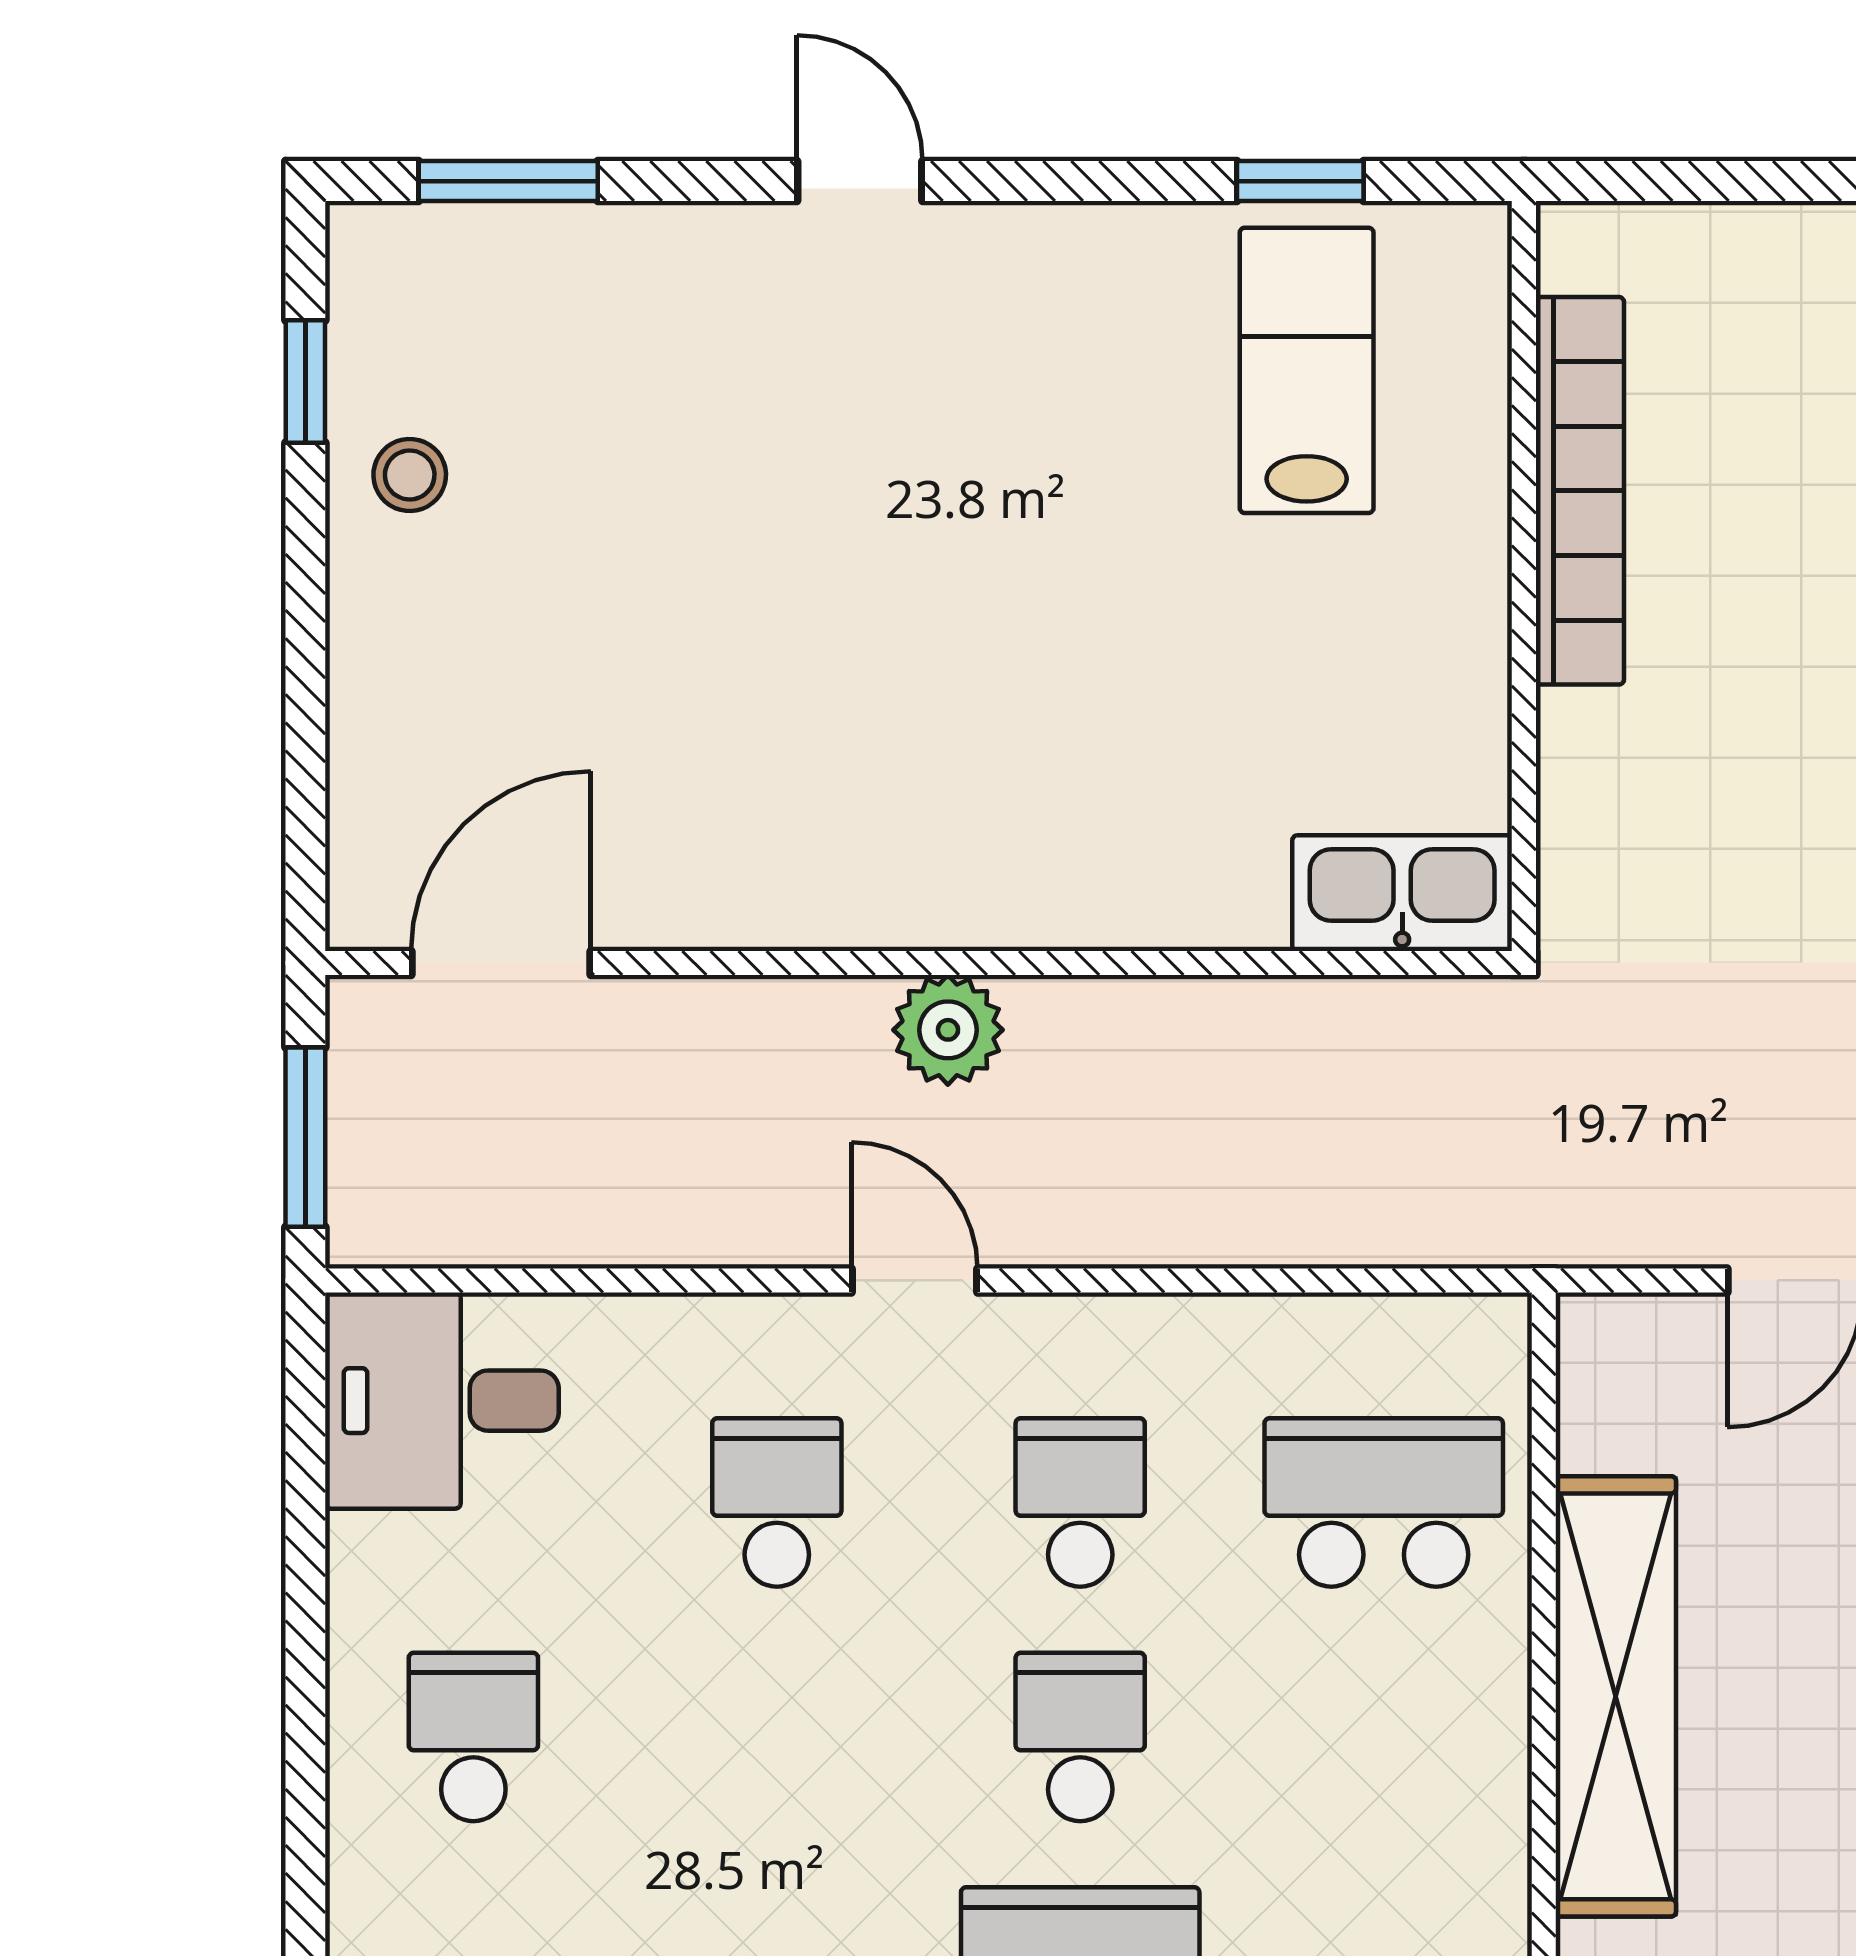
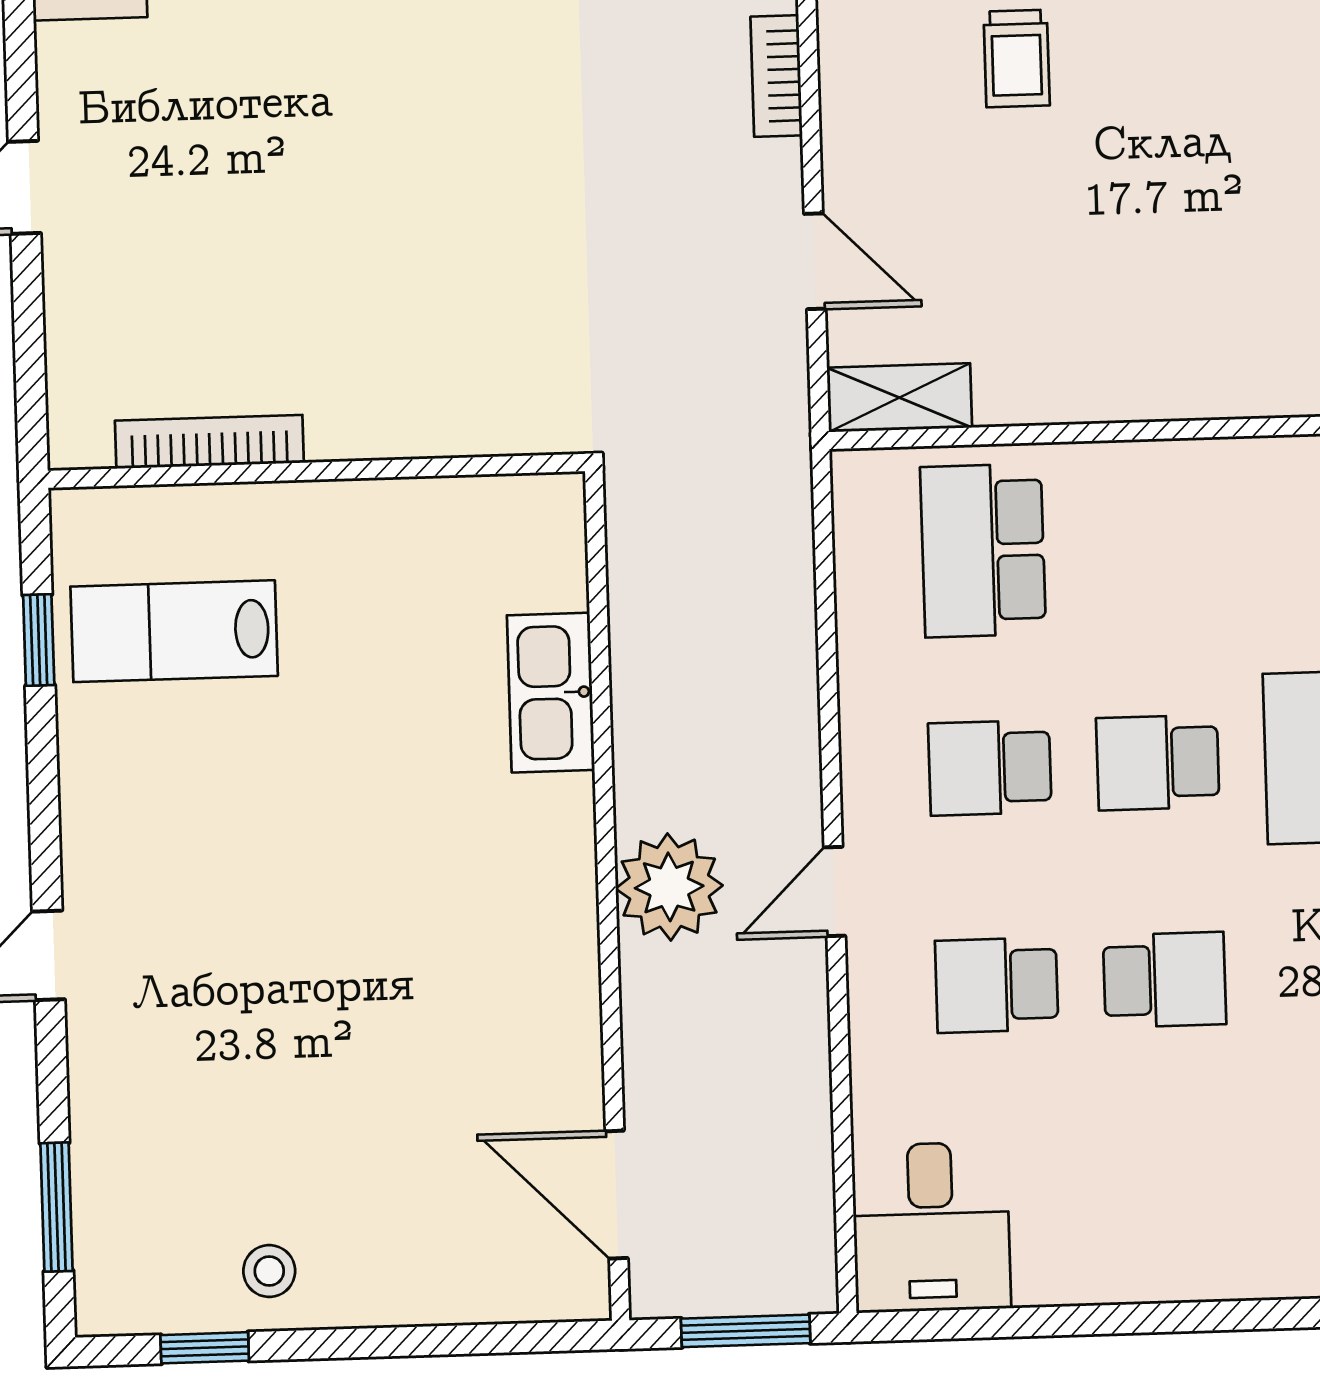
bookcase: (1580, 491) -> (209, 442), width x0.68, depth x0.76
kitchen sink: (1402, 893) -> (551, 693), moved
plant: (948, 1030) -> (669, 887), width x1.36, depth x1.36
shelving: (1616, 1696) -> (899, 398), moved, width x0.45, depth x0.75
school desk: (473, 1737) -> (1165, 980), moved, turned 180

